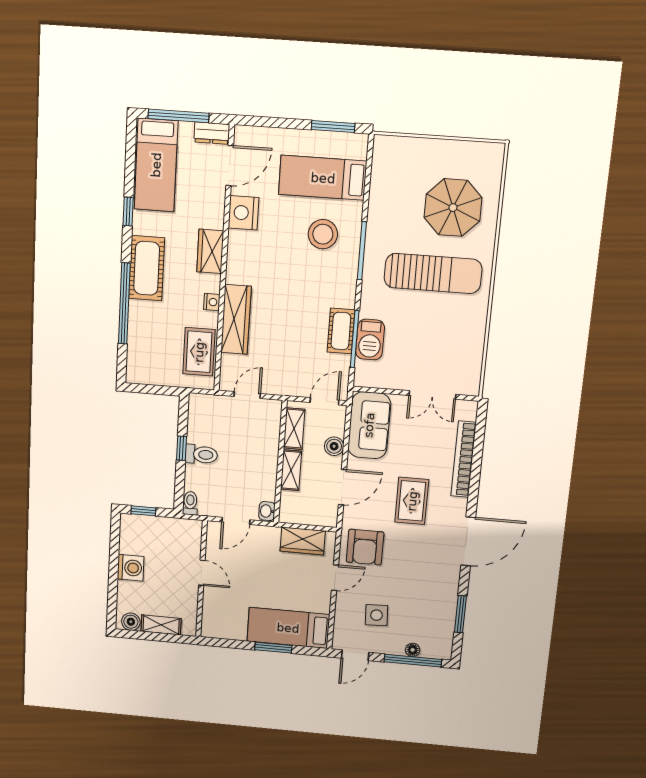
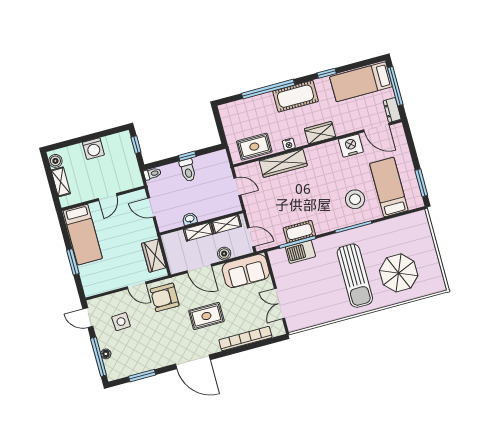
washbasin: (267, 511) -> (190, 219), moved
bed: (288, 628) -> (83, 235), moved, turned 180

